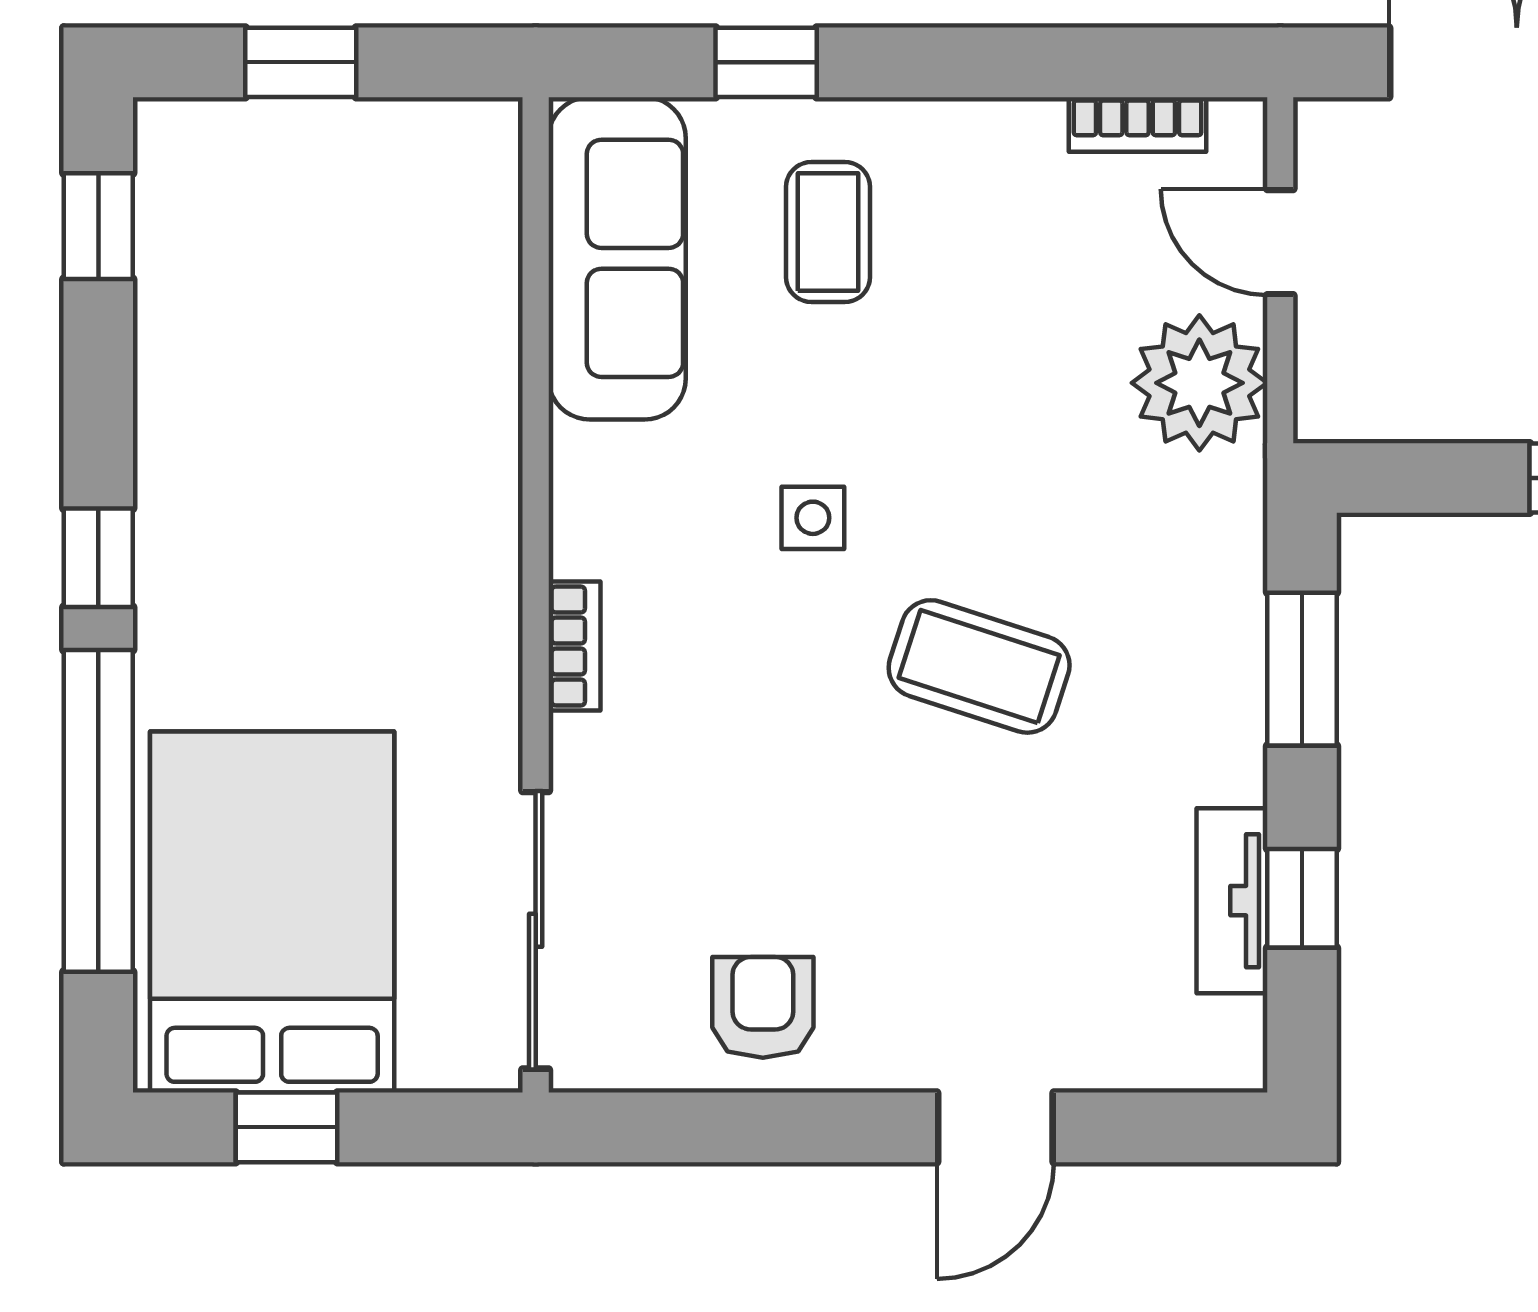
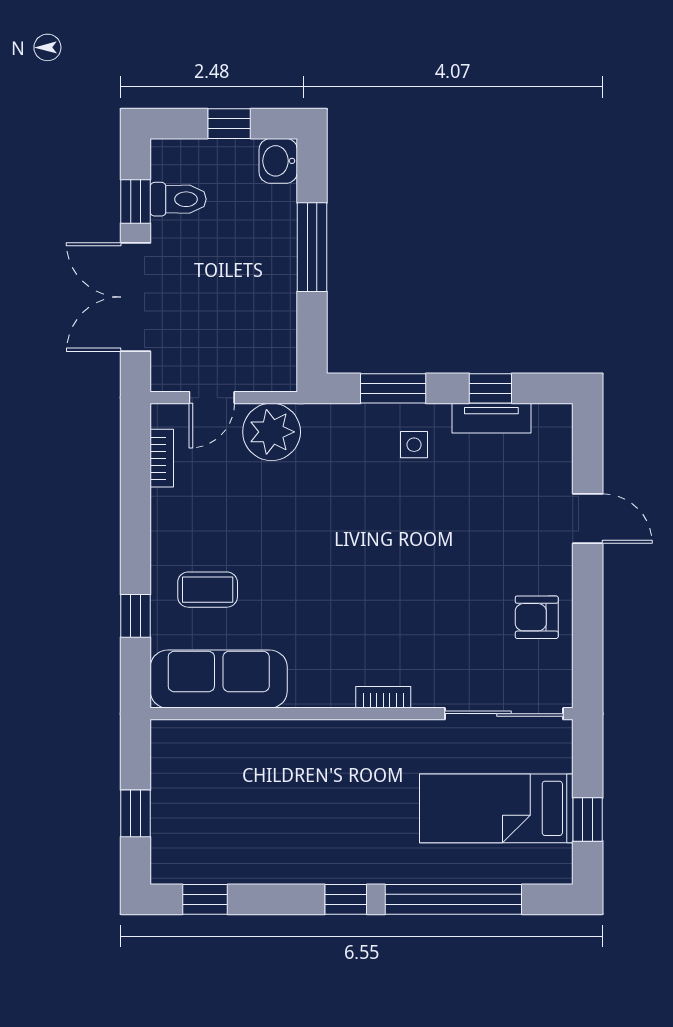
side table: (813, 518) -> (414, 445), moved
coffee table: (979, 666) -> (392, 525), removed
bed: (272, 912) -> (496, 808), width x0.67

